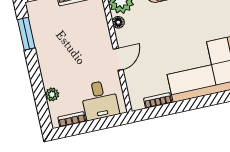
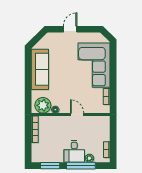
window: (37, 83) -> (81, 166), added
desk: (100, 100) -> (74, 151), moved, turned 90

